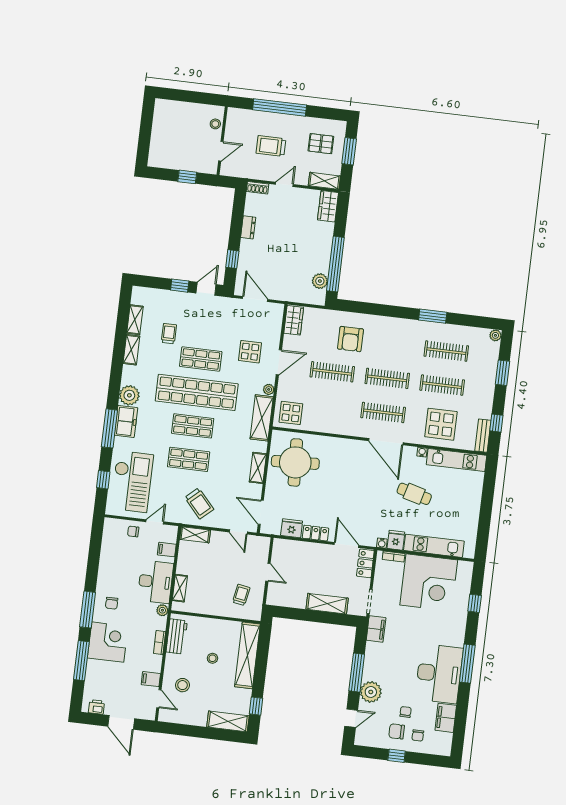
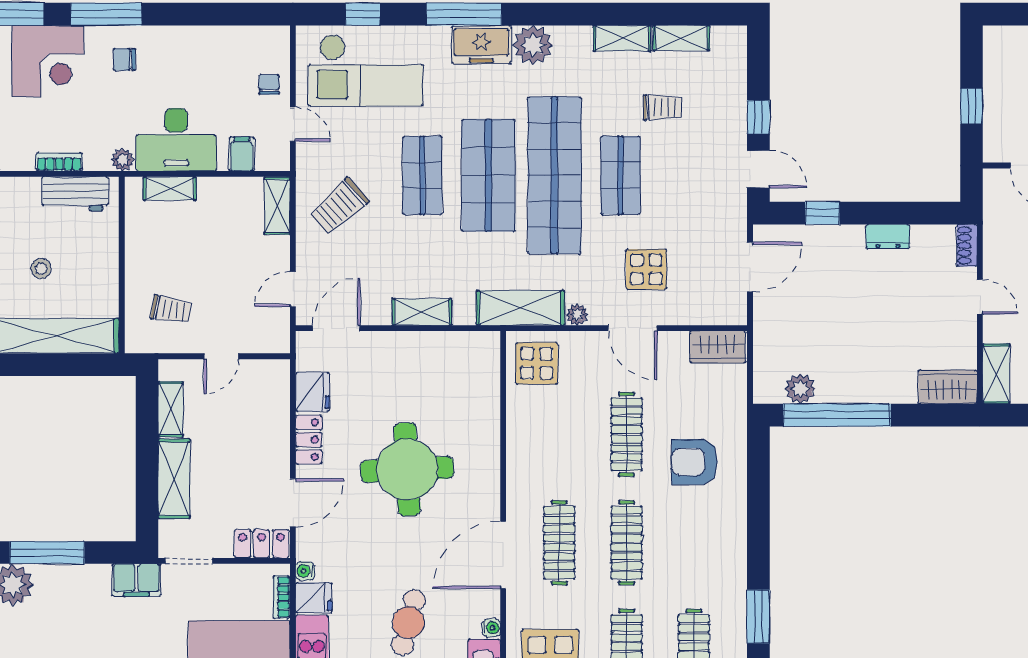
shop shelf: (193, 426) -> (488, 175), width x1.43, depth x1.36
round table: (295, 462) -> (407, 469), moved
shelving: (292, 601) -> (171, 409), added

